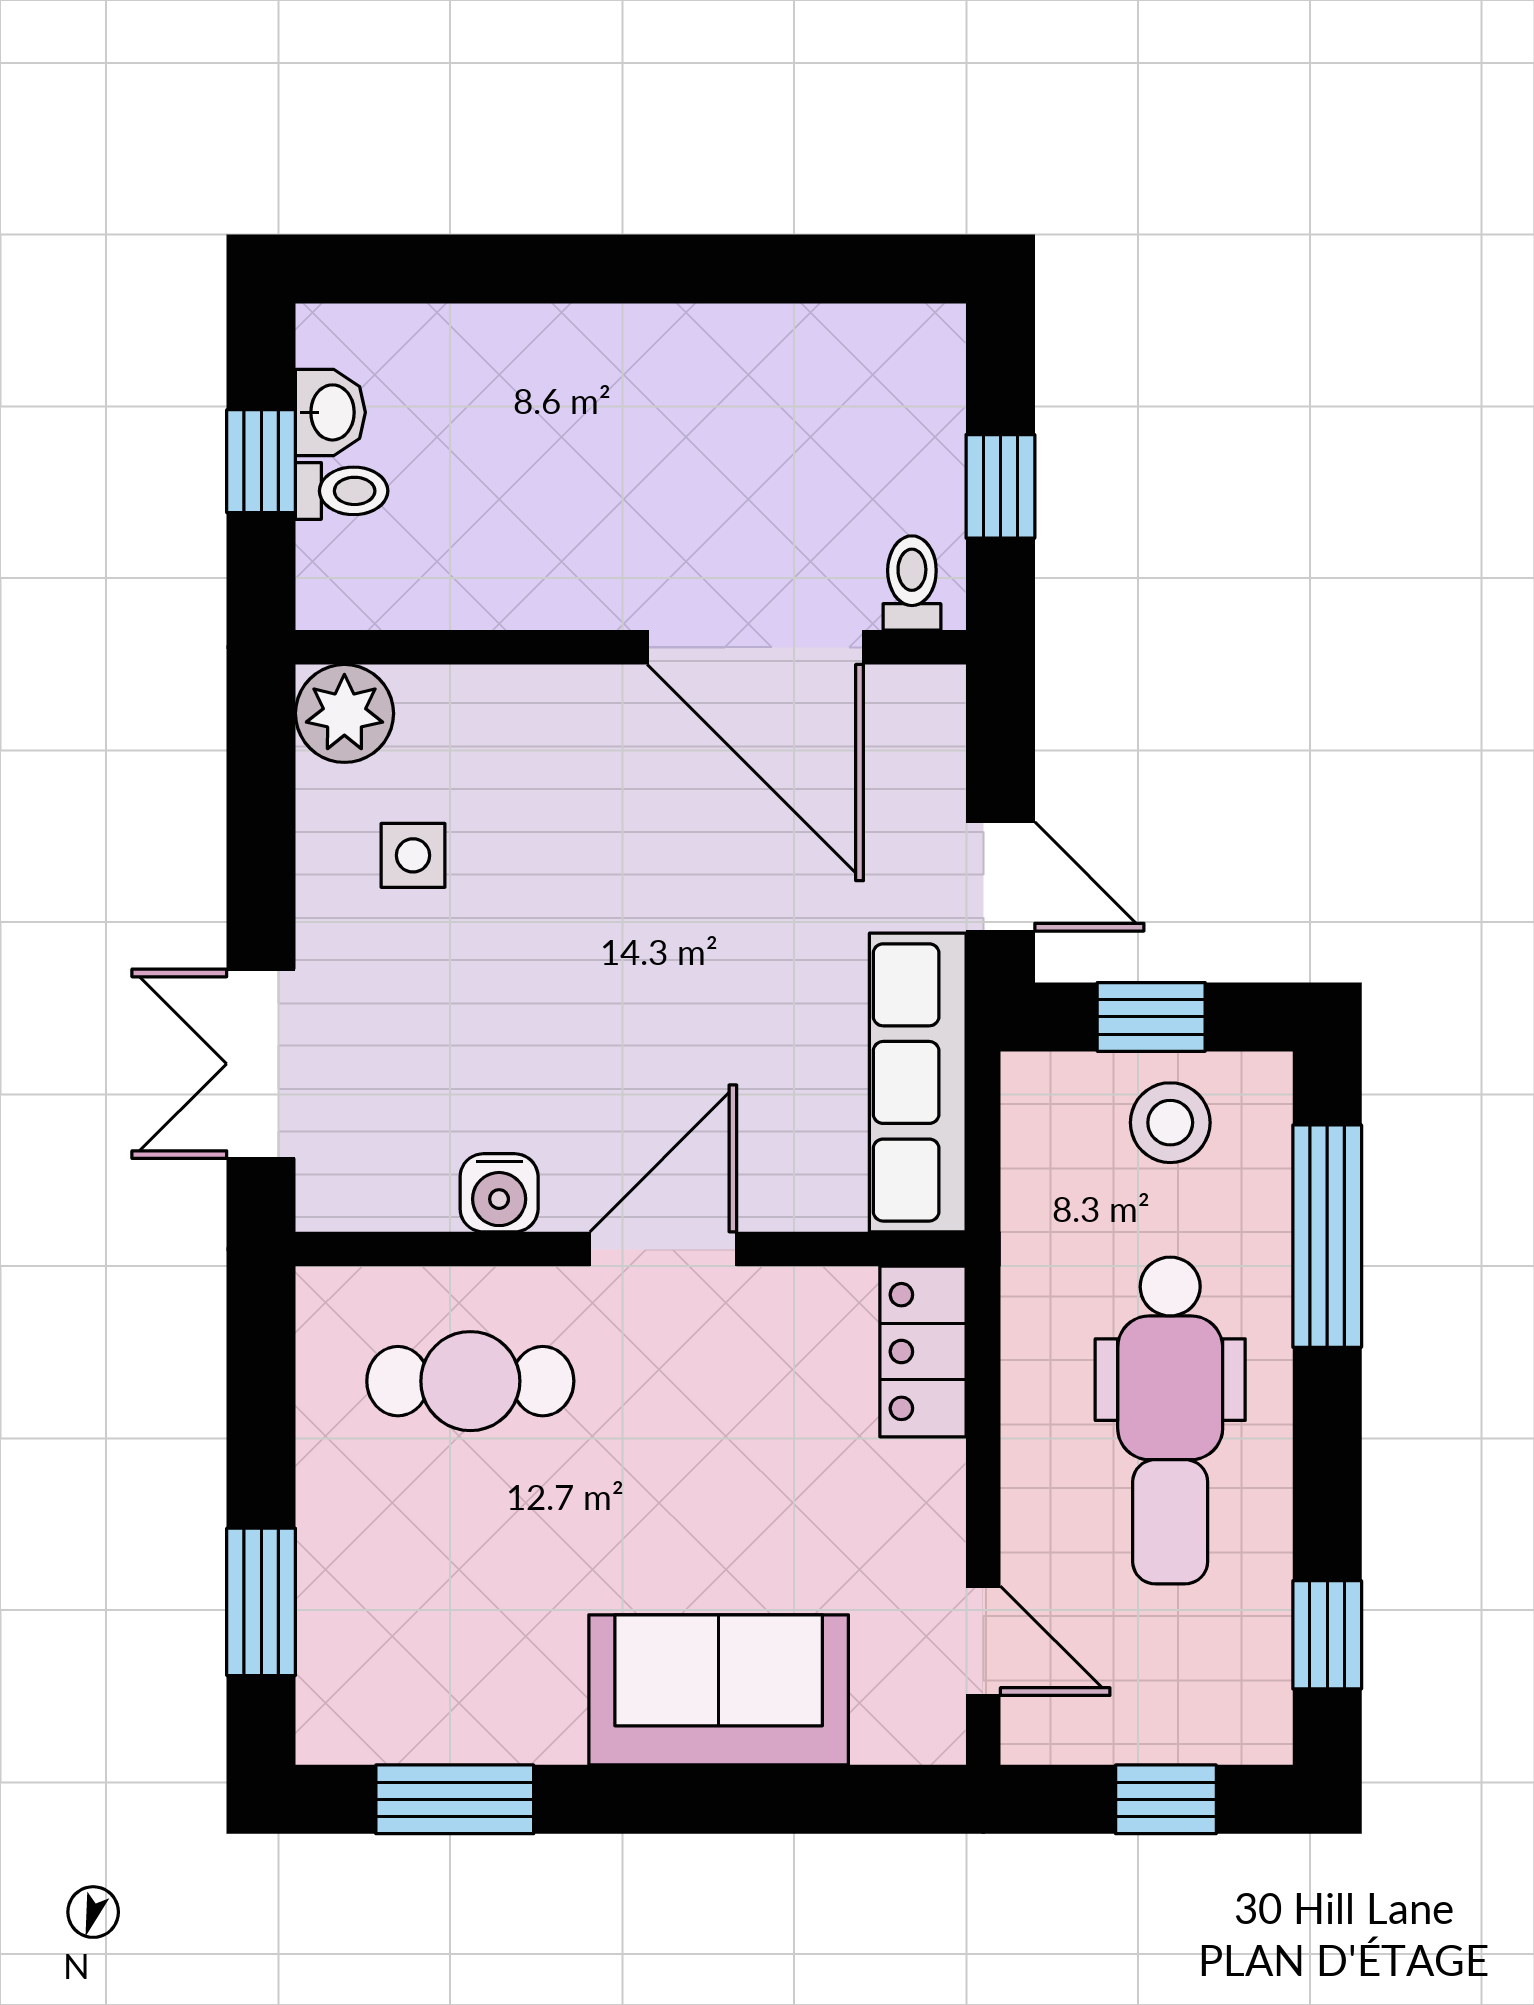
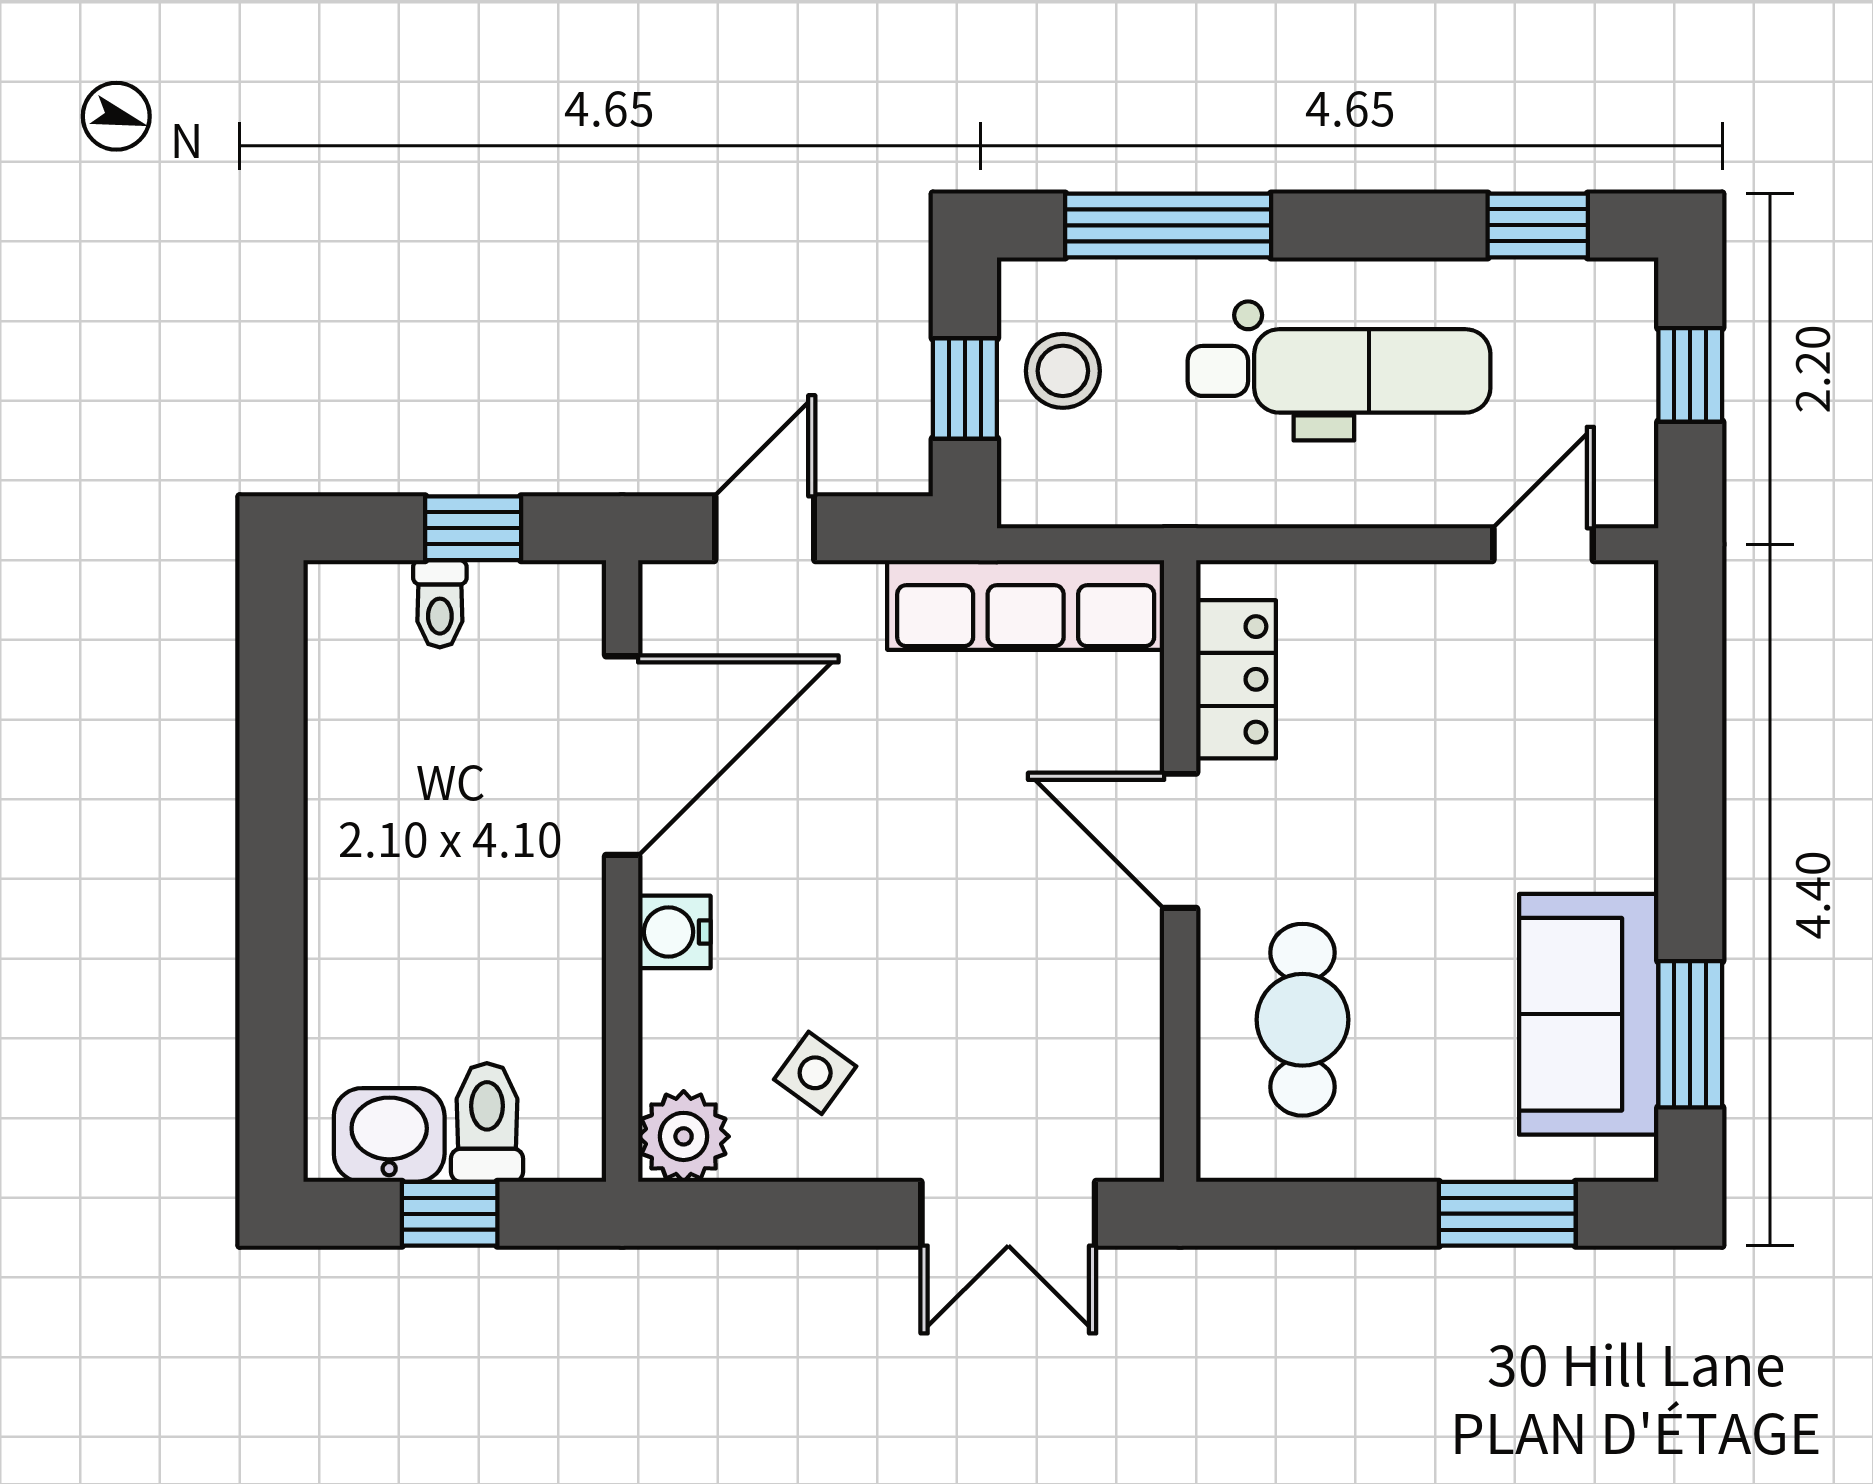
washbasin: (330, 412) -> (389, 1135), width x1.38, depth x1.45
toilet: (342, 491) -> (487, 1122), width x1.37, depth x1.39
toilet: (912, 583) -> (440, 604), moved, turned -90
side table: (413, 855) -> (815, 1073), turned 36
door: (1000, 876) -> (765, 528), moved
water cooler: (499, 1193) -> (674, 932), moved, turned 180
locker: (923, 1352) -> (1236, 679), moved, turned -90
sofa: (719, 1690) -> (1589, 1014), moved

